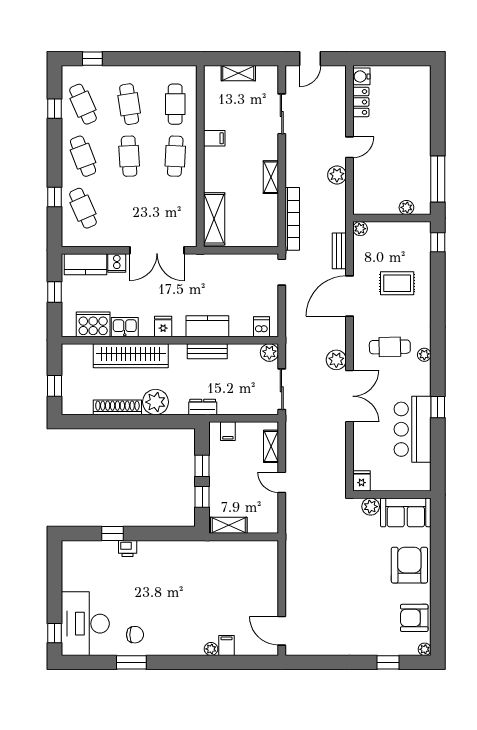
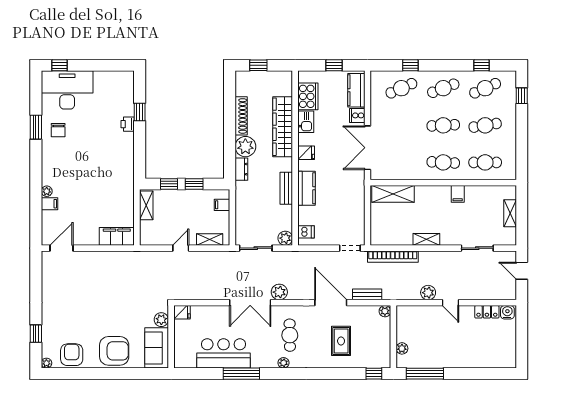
dresser: (203, 407) -> (241, 169), moved
window: (438, 407) -> (241, 374), width x2.17
filing cabinet: (267, 562) -> (117, 236), added

